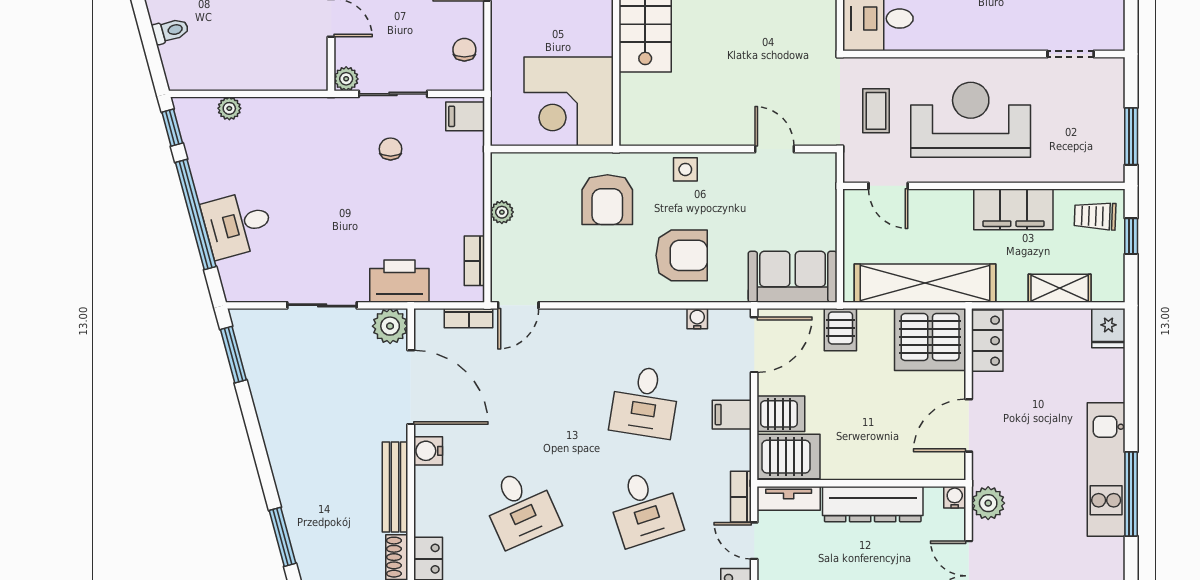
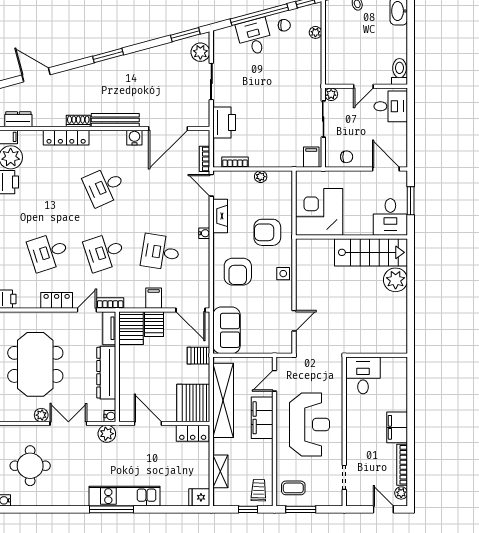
coffee table: (876, 111) -> (293, 488), moved
chair: (391, 149) -> (284, 25), moved
filing cabinet: (1013, 209) -> (262, 418), moved
fireplace: (576, 289) -> (220, 216), added
water cooler: (697, 319) -> (204, 233), moved
plant: (390, 326) -> (200, 52), moved
window: (283, 537) -> (108, 55), moved

